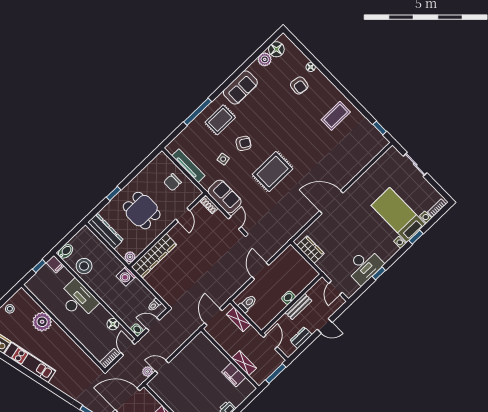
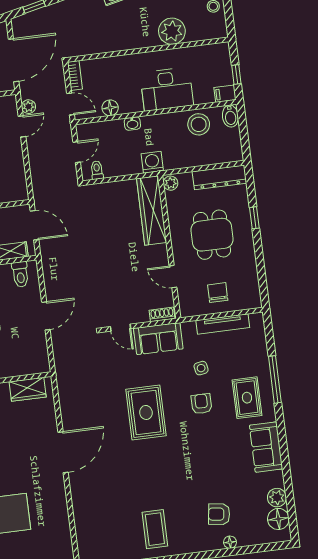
armchair: (243, 143) -> (201, 404), turned 149
dining table: (142, 211) -> (212, 235), turned 90
door: (260, 271) -> (46, 316), hinge flipped
washbasin: (137, 330) -> (132, 124), moved

